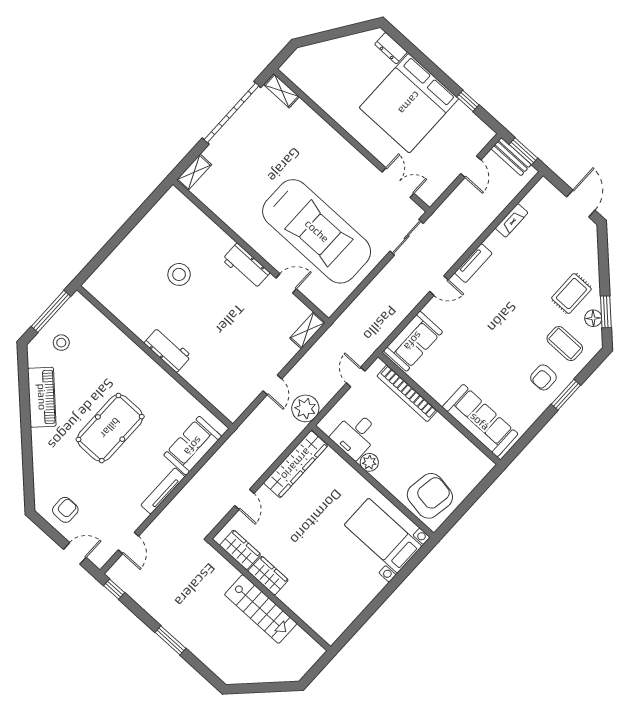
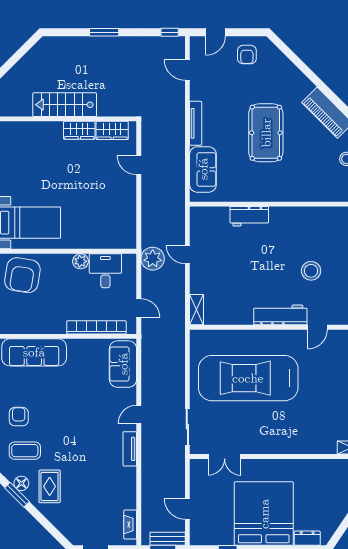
fireplace: (512, 220) -> (130, 525), moved
workbench: (246, 266) -> (280, 315), width x1.38
door: (286, 283) -> (317, 327), moved
workbench: (168, 350) -> (249, 216), moved
wardrobe: (296, 464) -> (127, 217), removed

